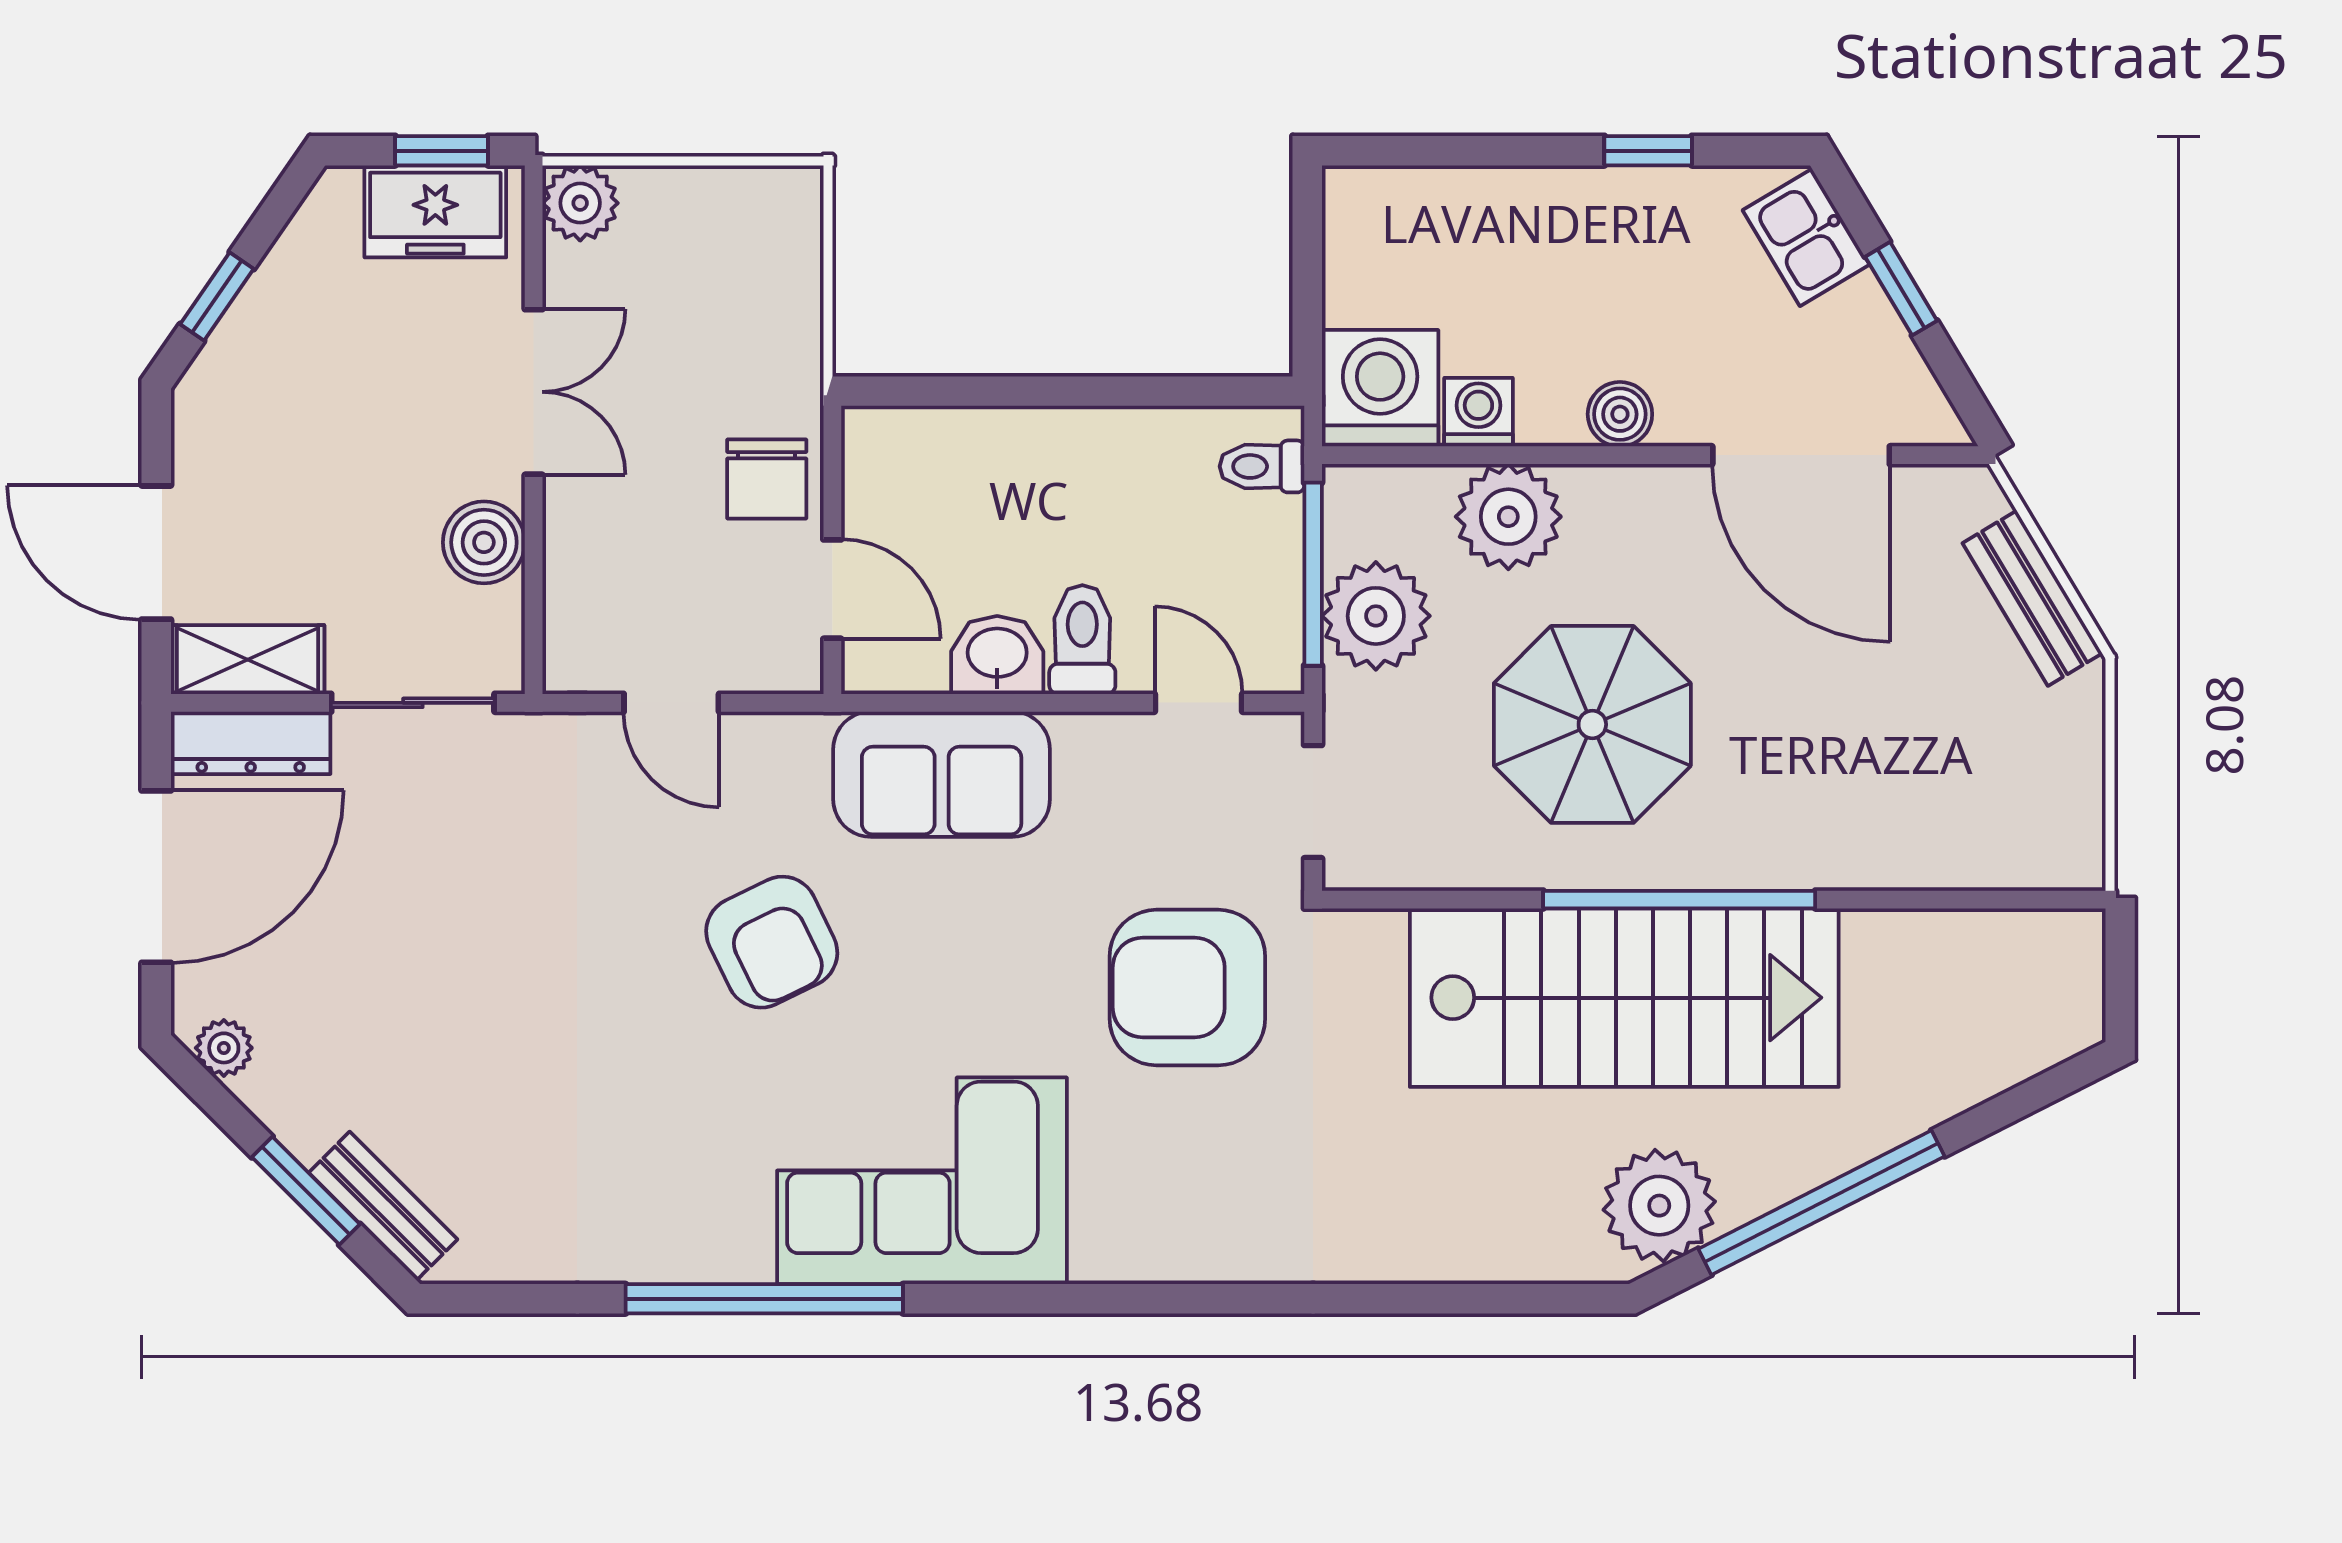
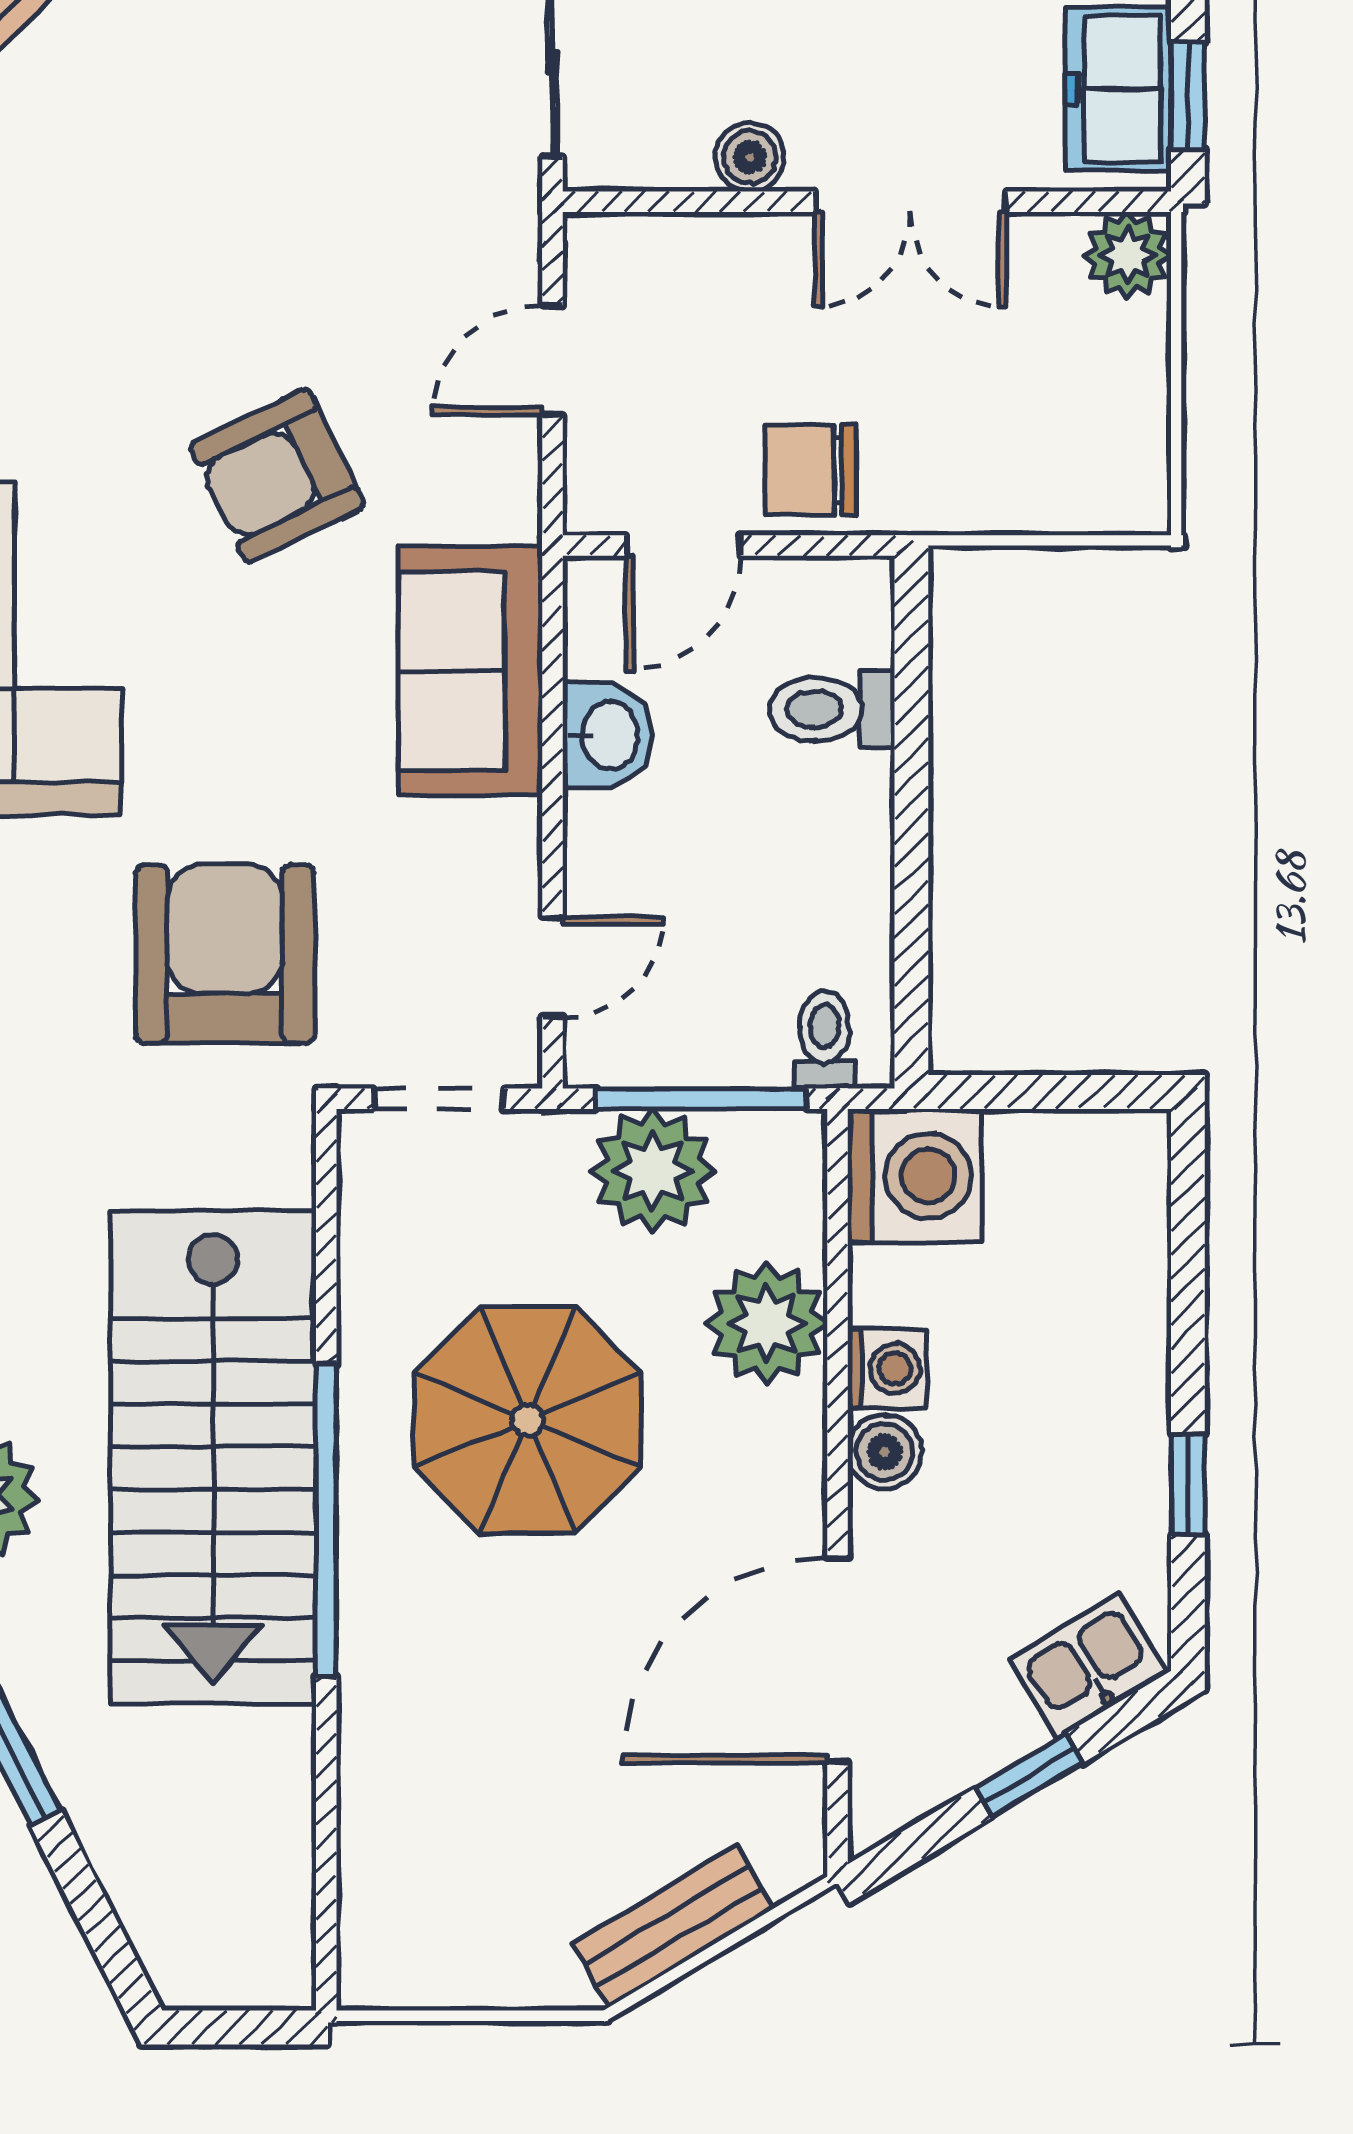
washing machine: (1478, 412) -> (887, 1369), moved
boiler: (484, 542) -> (750, 157), width x0.73, depth x0.73
toilet: (1082, 640) -> (832, 709), moved, turned 180

